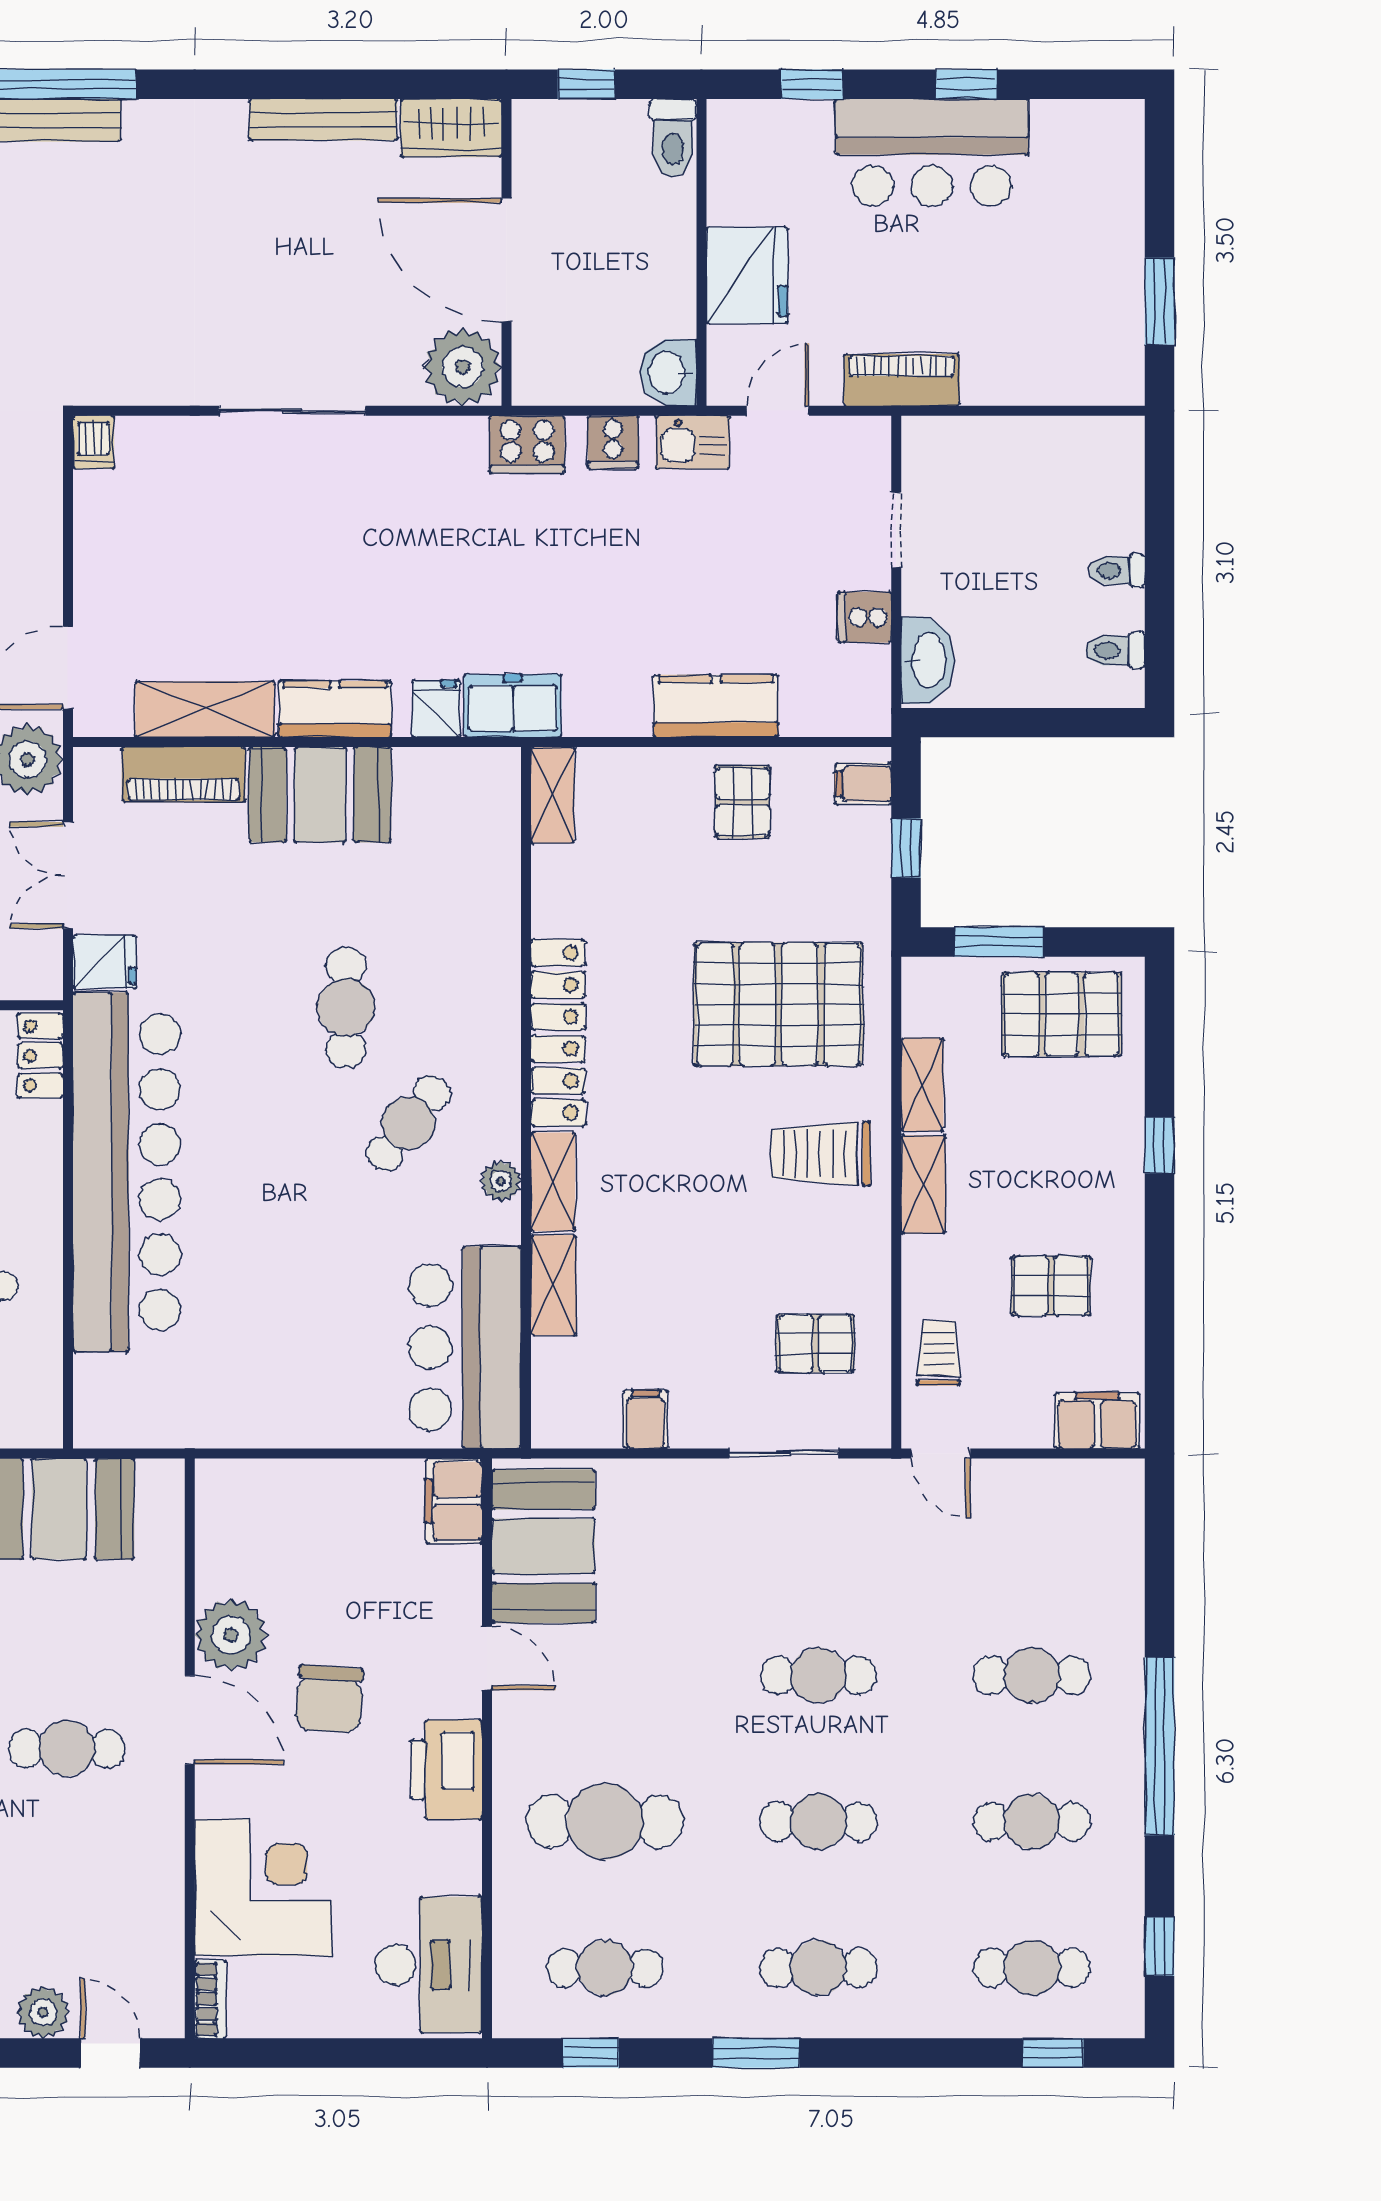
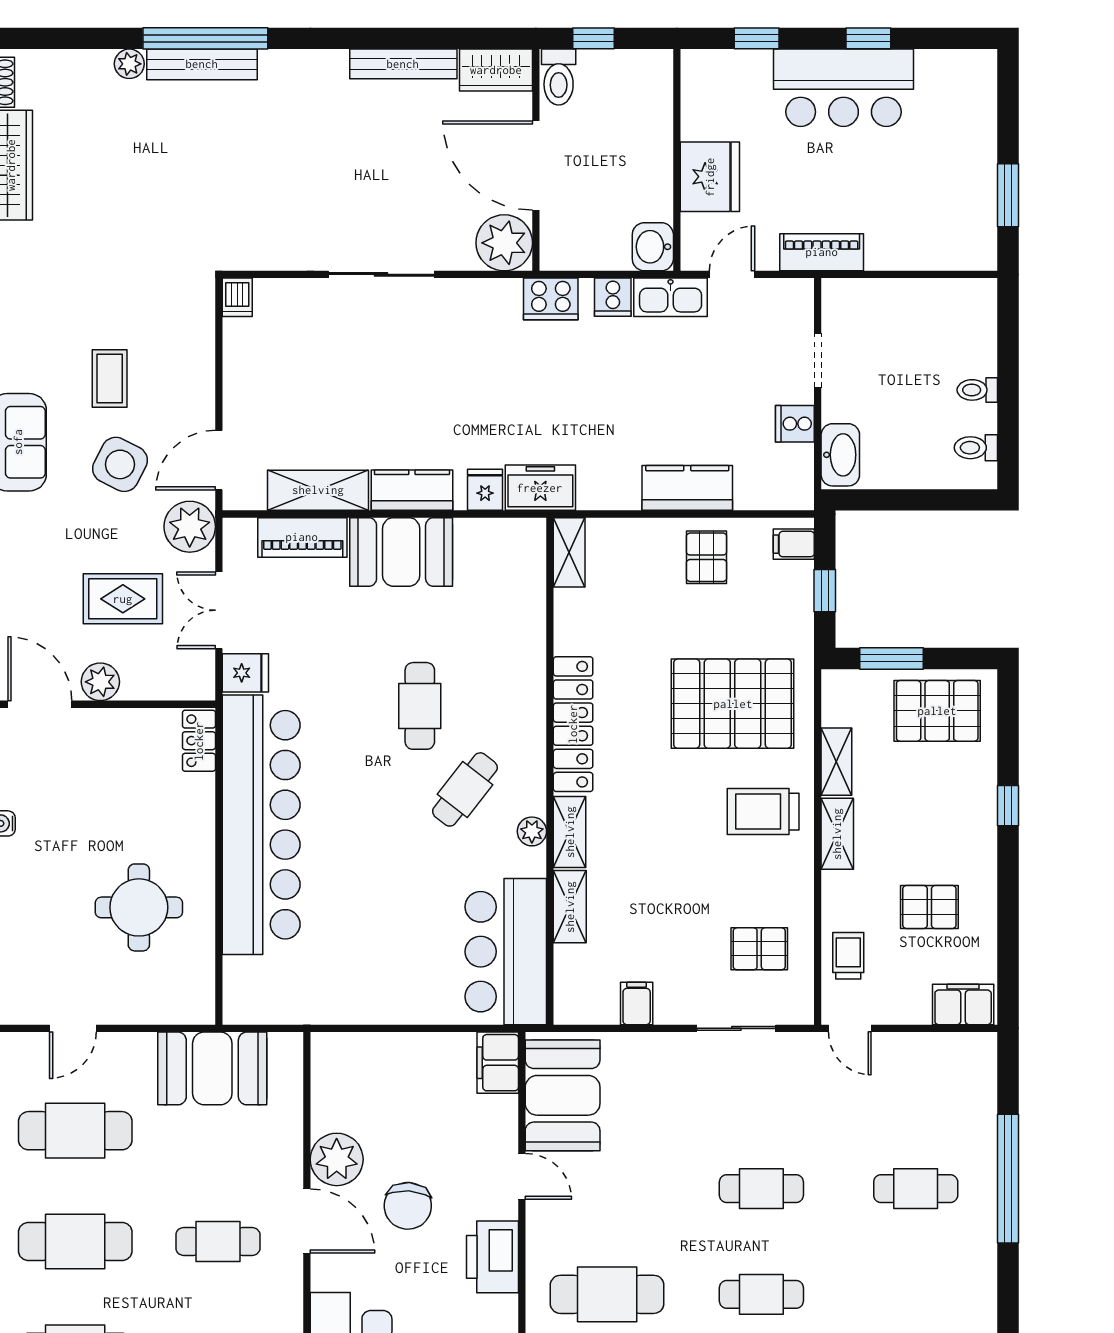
toilet: (673, 138) -> (559, 77), moved
kitchen sink: (693, 442) -> (671, 297), width x1.38
window: (1159, 1746) -> (1008, 1179), moved
cafe table: (1032, 1822) -> (916, 1294), removed

